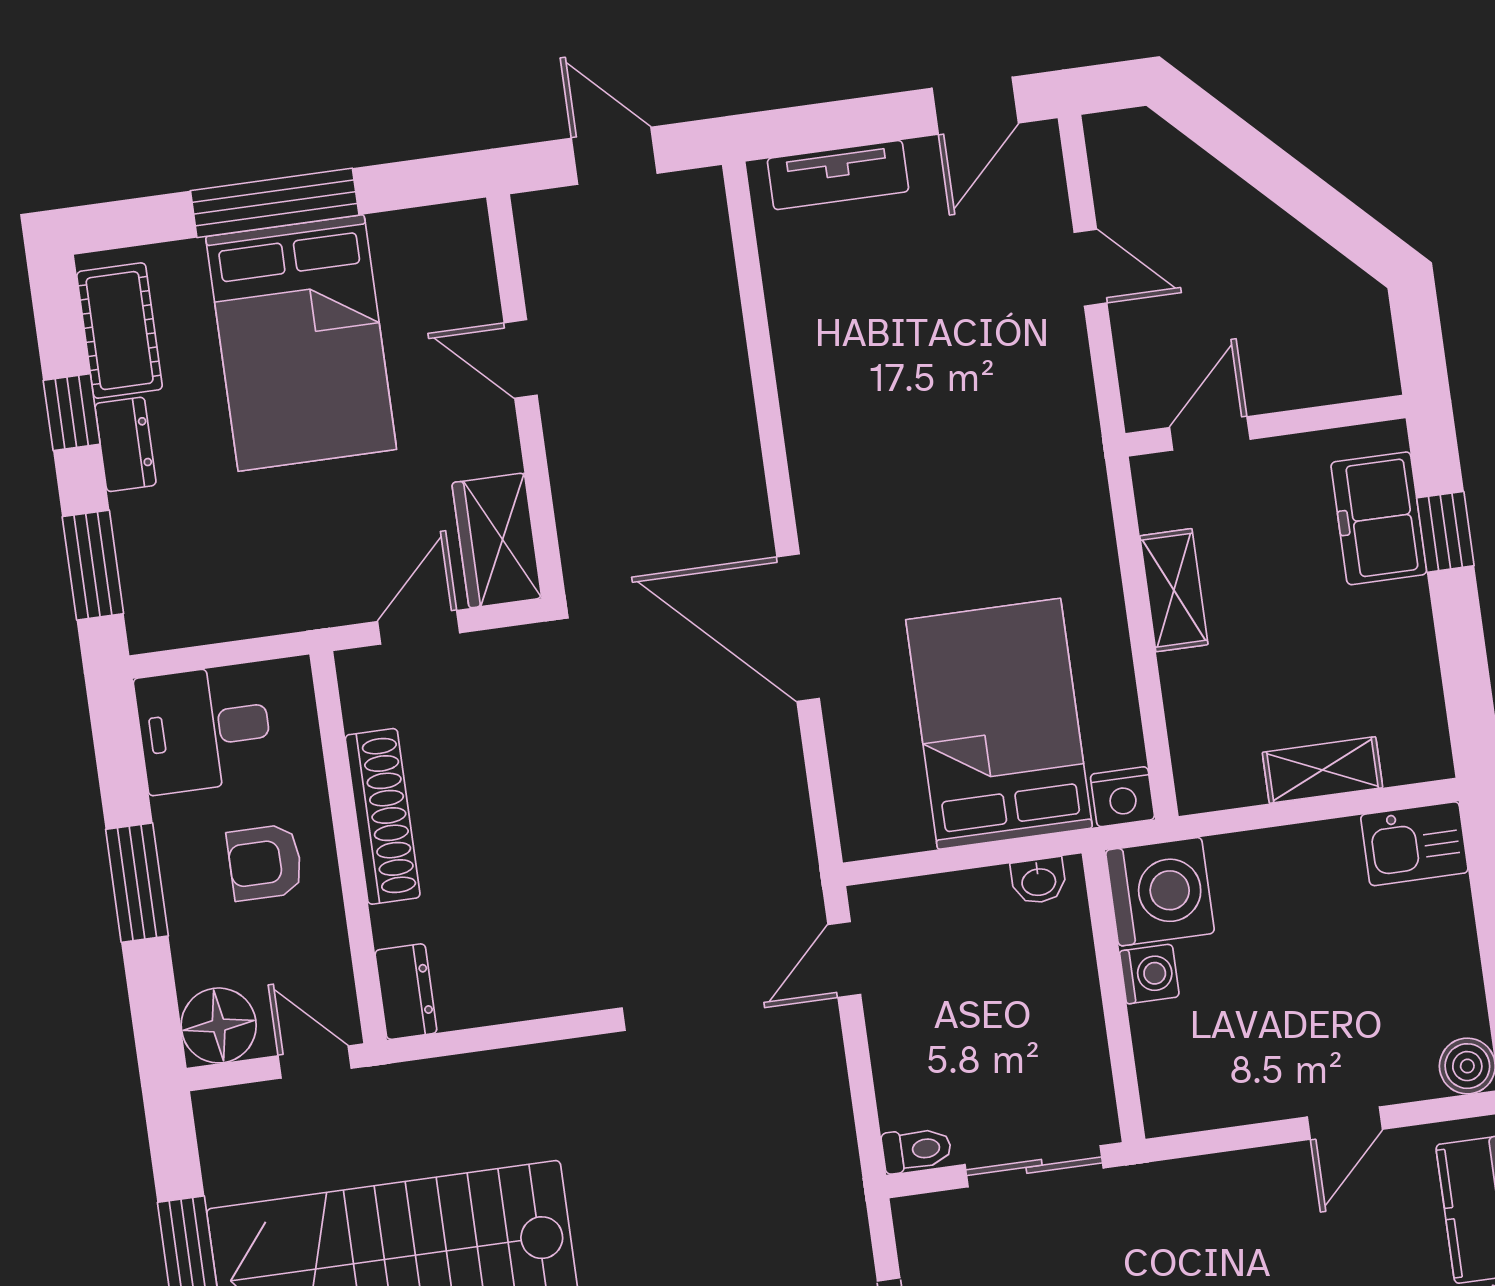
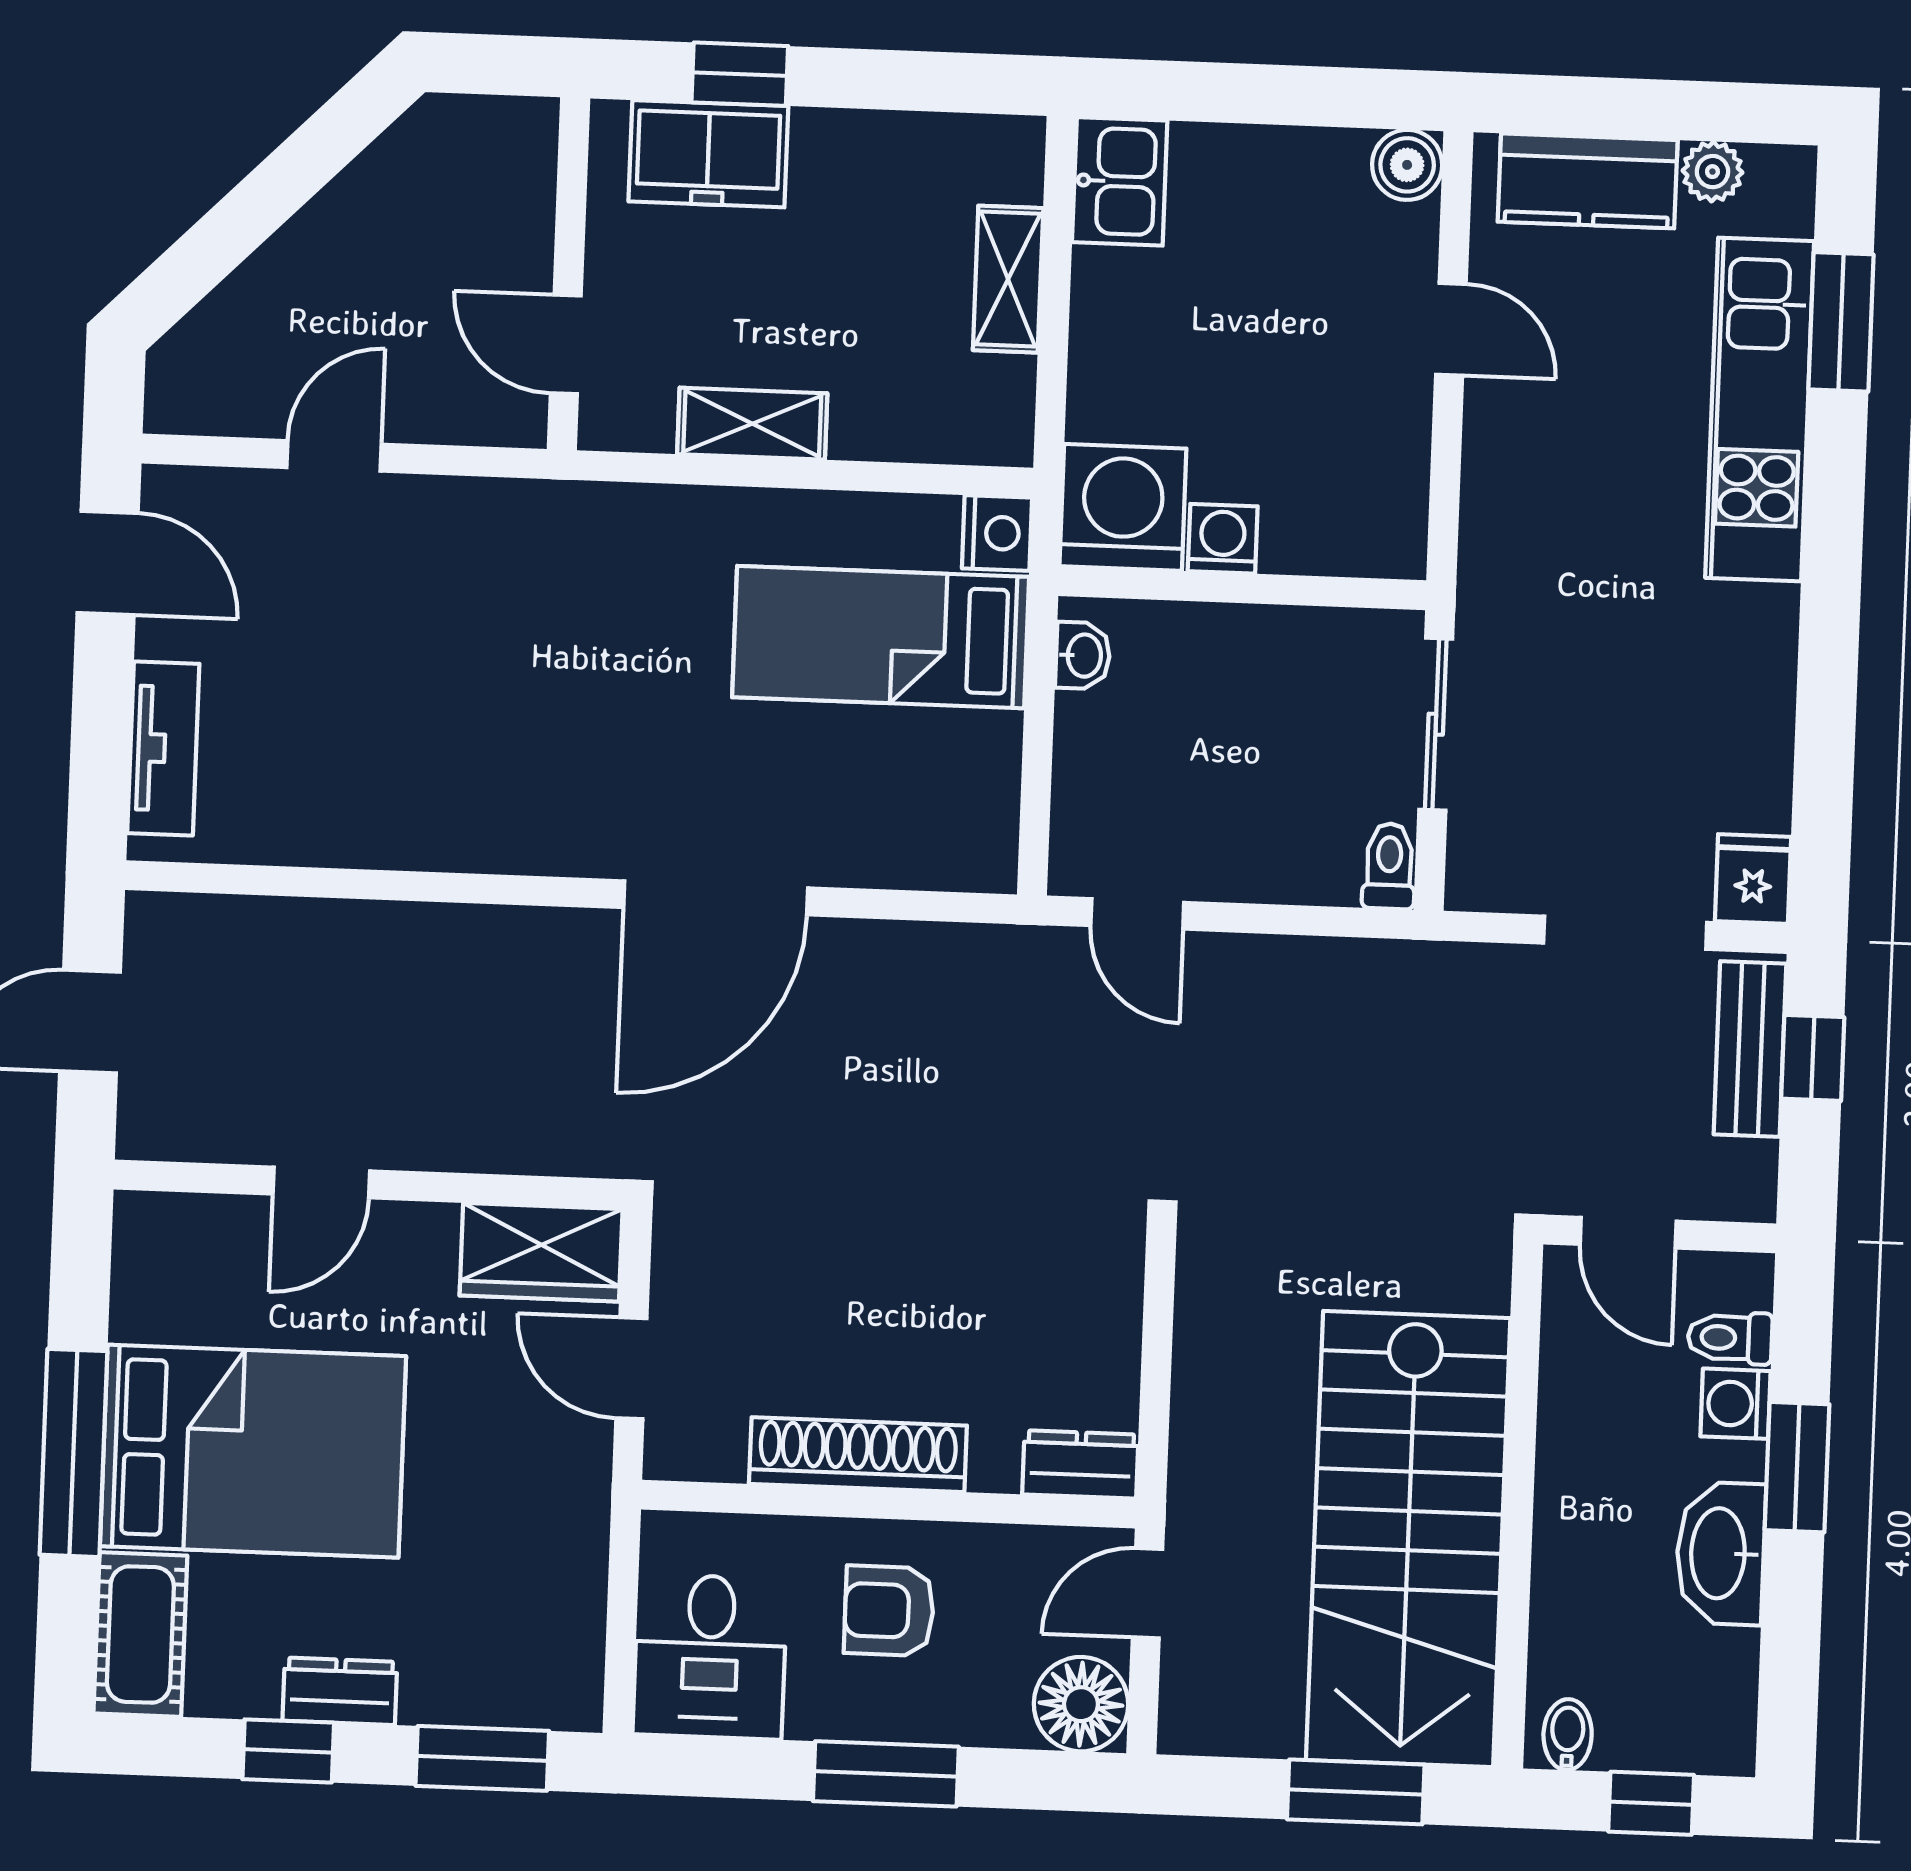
cot: (120, 331) -> (140, 1634), moved, turned 90
bed: (999, 724) -> (881, 637), width x0.67
armchair: (265, 862) -> (889, 1611), turned 90

